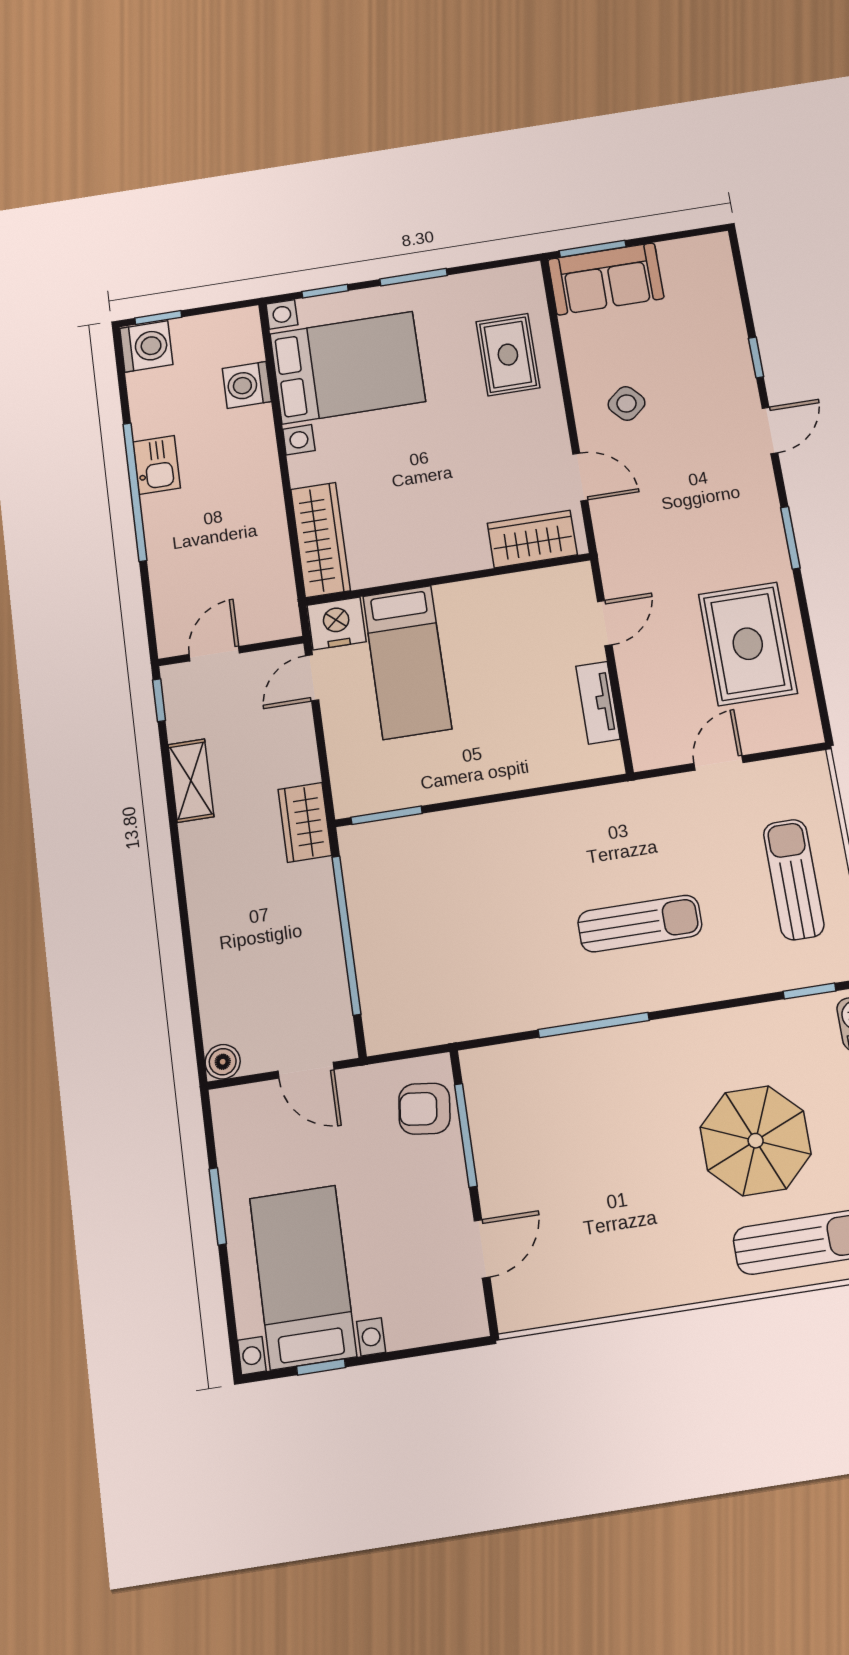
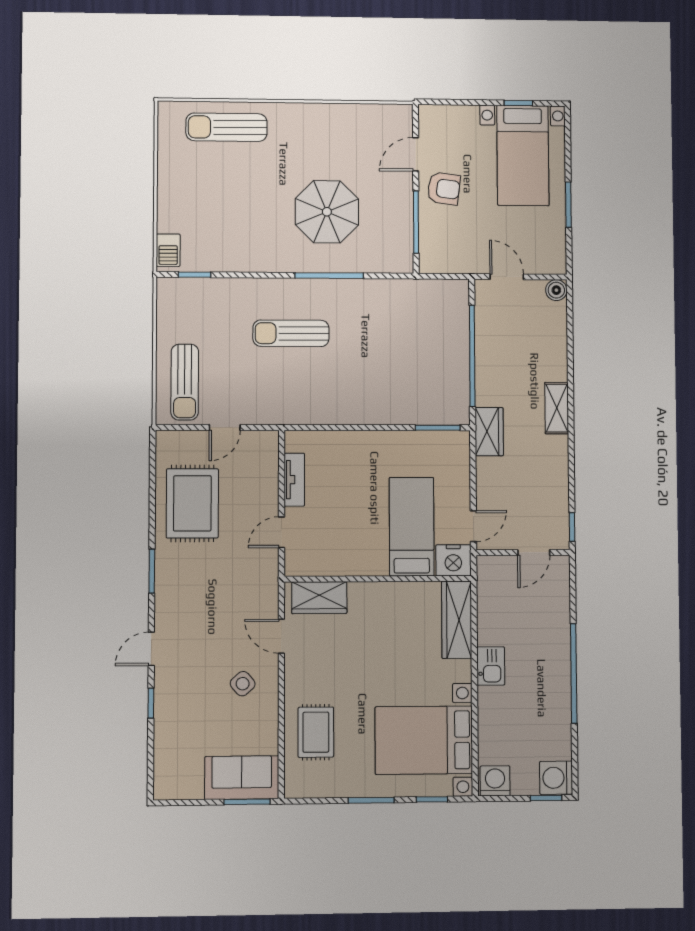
washing machine: (247, 385) -> (495, 781), moved, turned -90
kitchen sink: (157, 465) -> (491, 666), moved, turned 180
shelving: (191, 781) -> (557, 408), moved
sun lounger: (794, 879) -> (185, 382), moved
armchair: (424, 1109) -> (444, 189), moved
parasol: (756, 1141) -> (327, 212), moved

